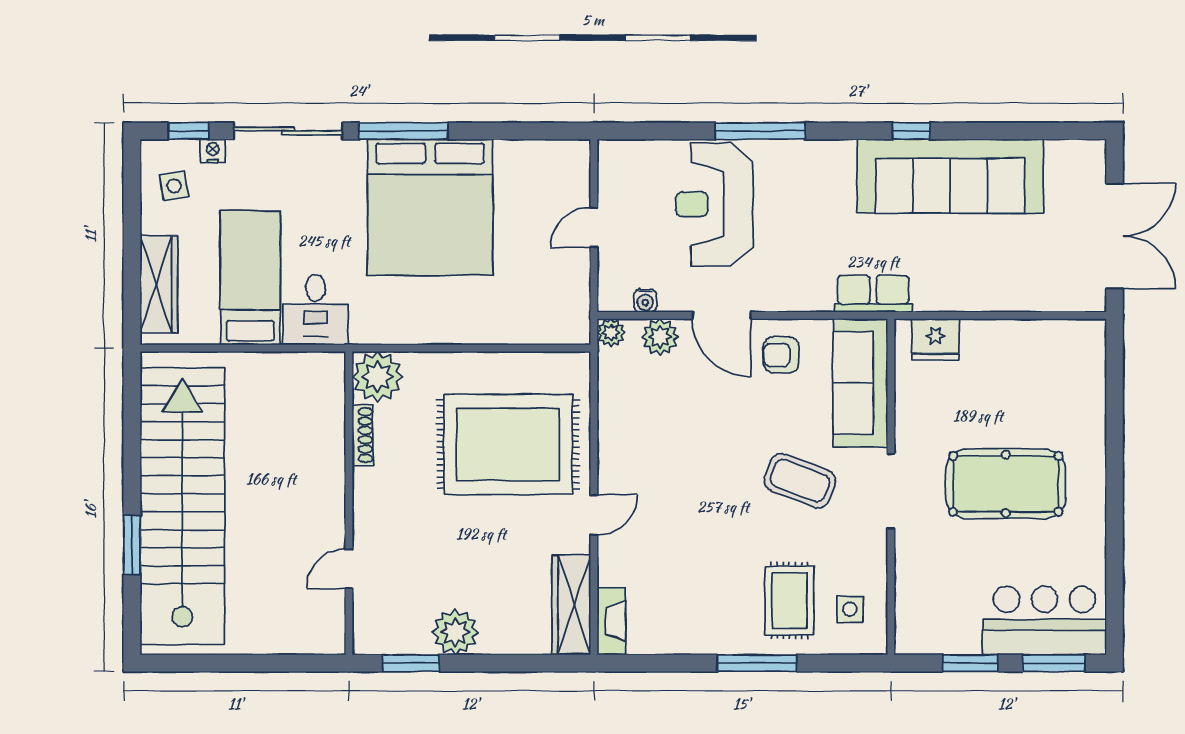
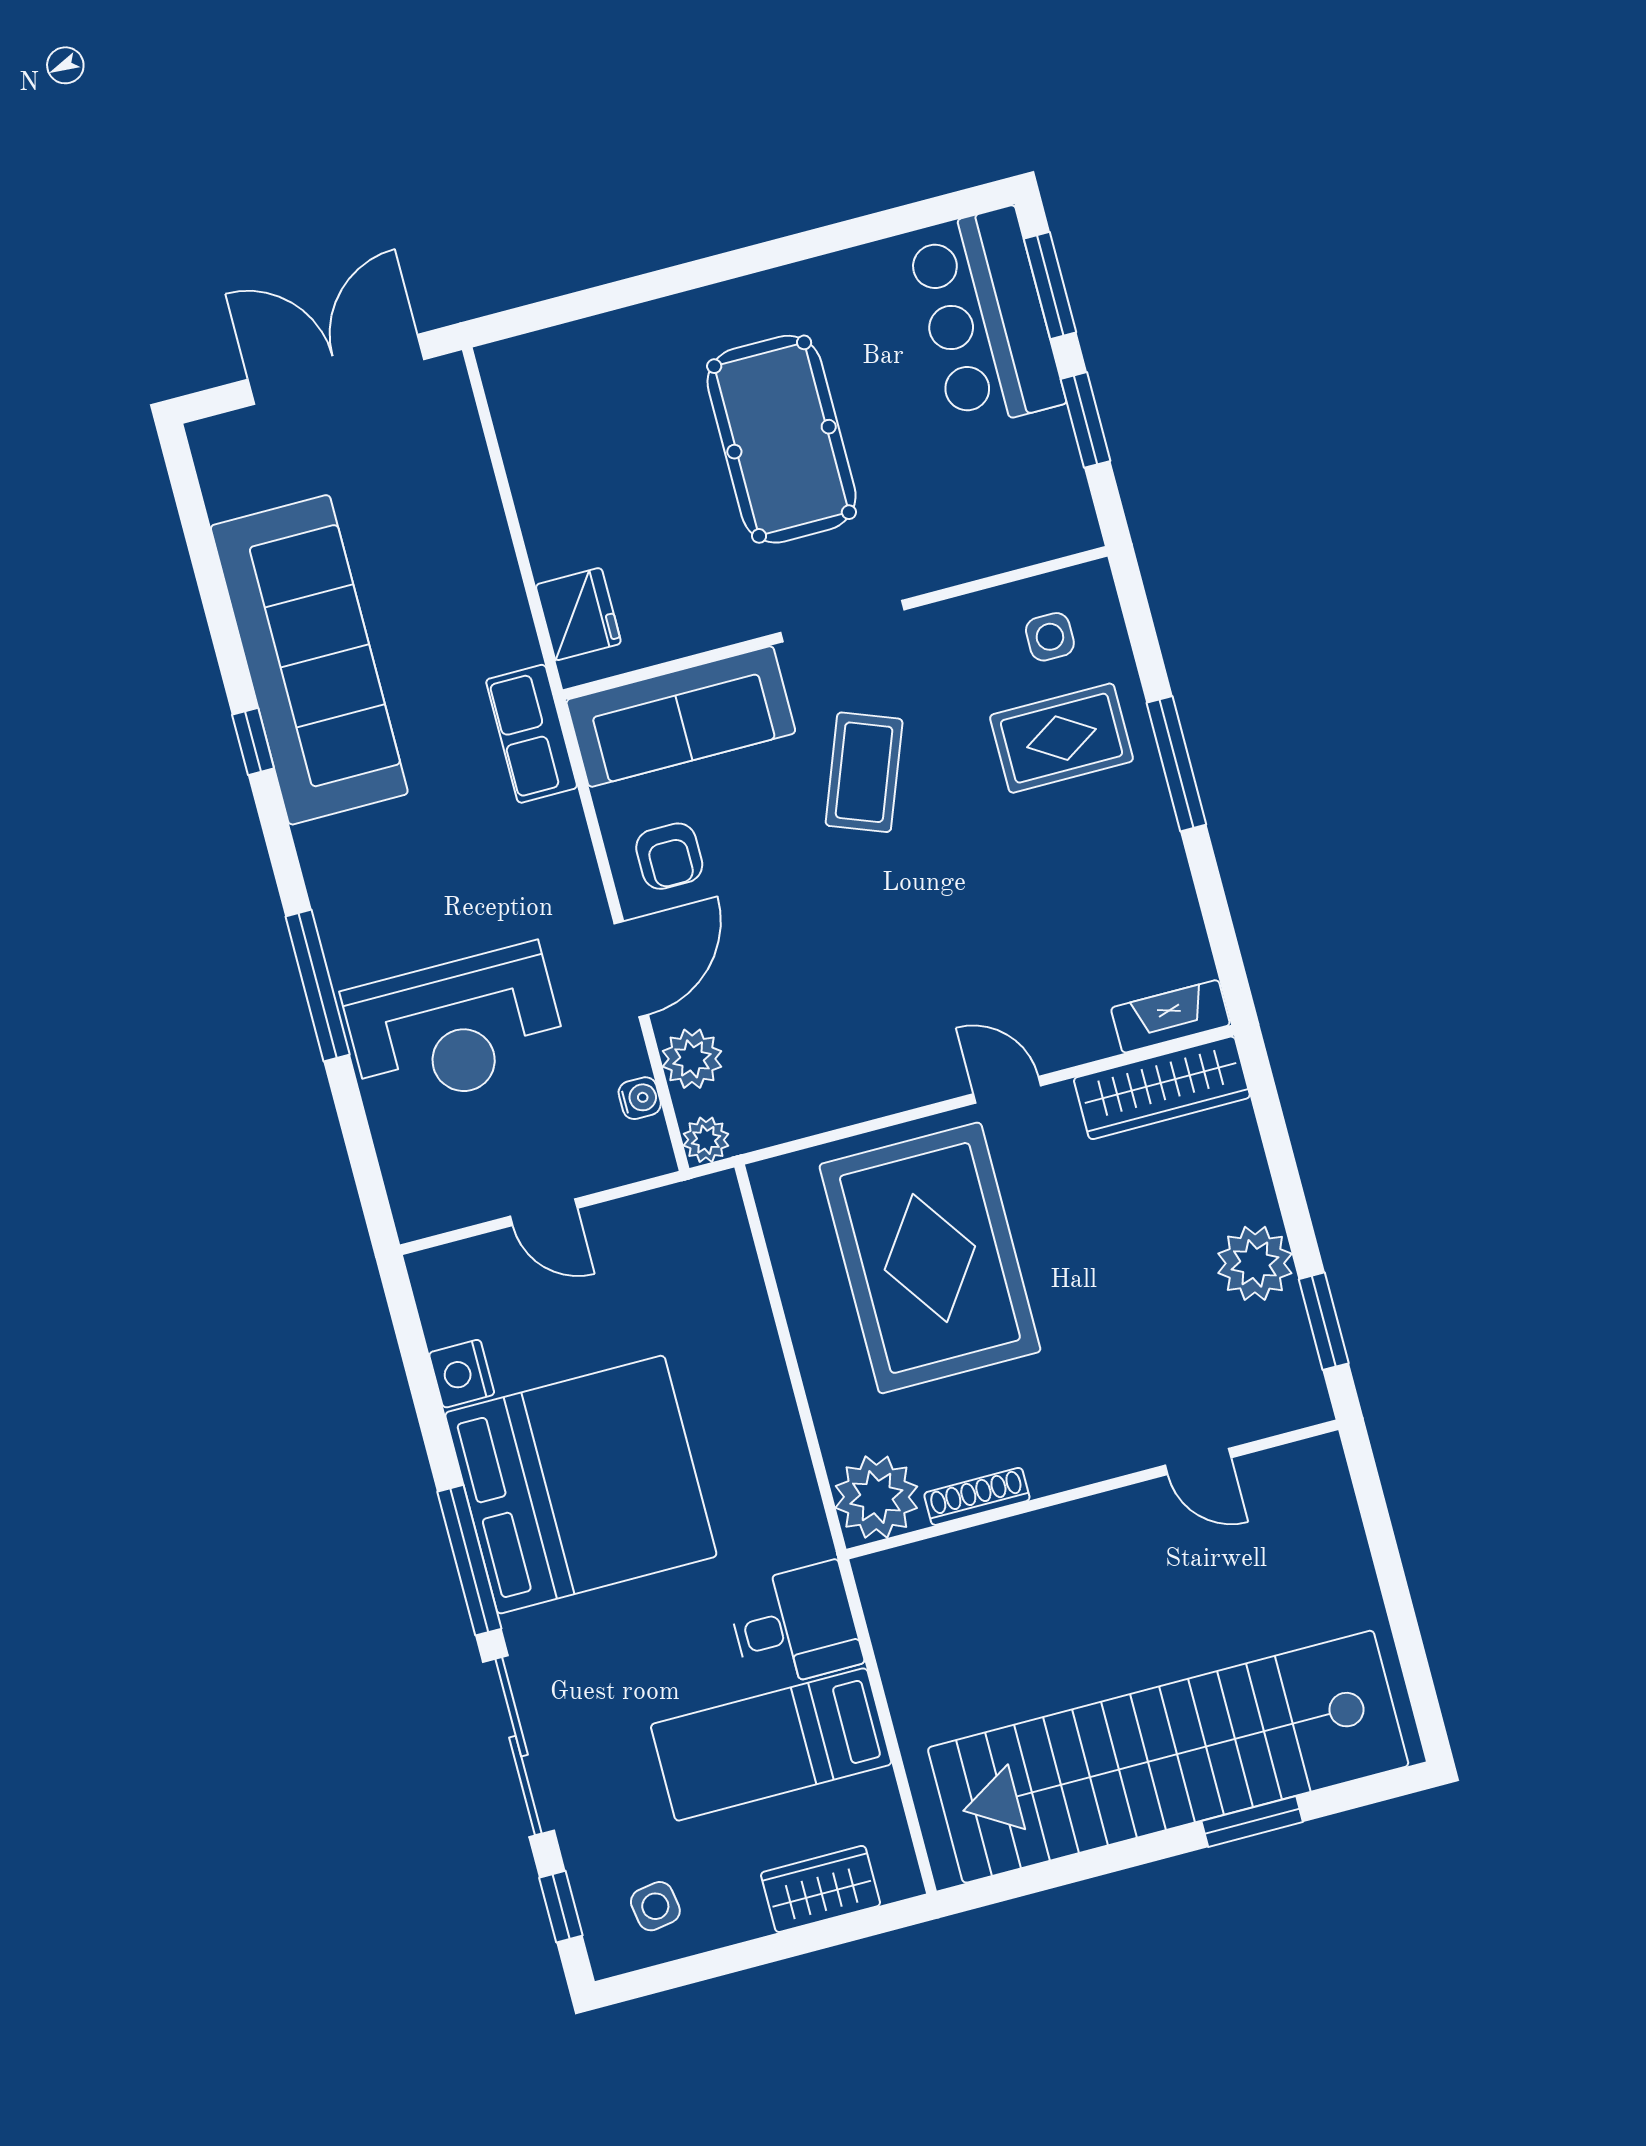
nightstand: (213, 151) -> (462, 1374), moved, width x1.39, depth x1.35
wardrobe: (159, 284) -> (821, 1889), width x0.67

